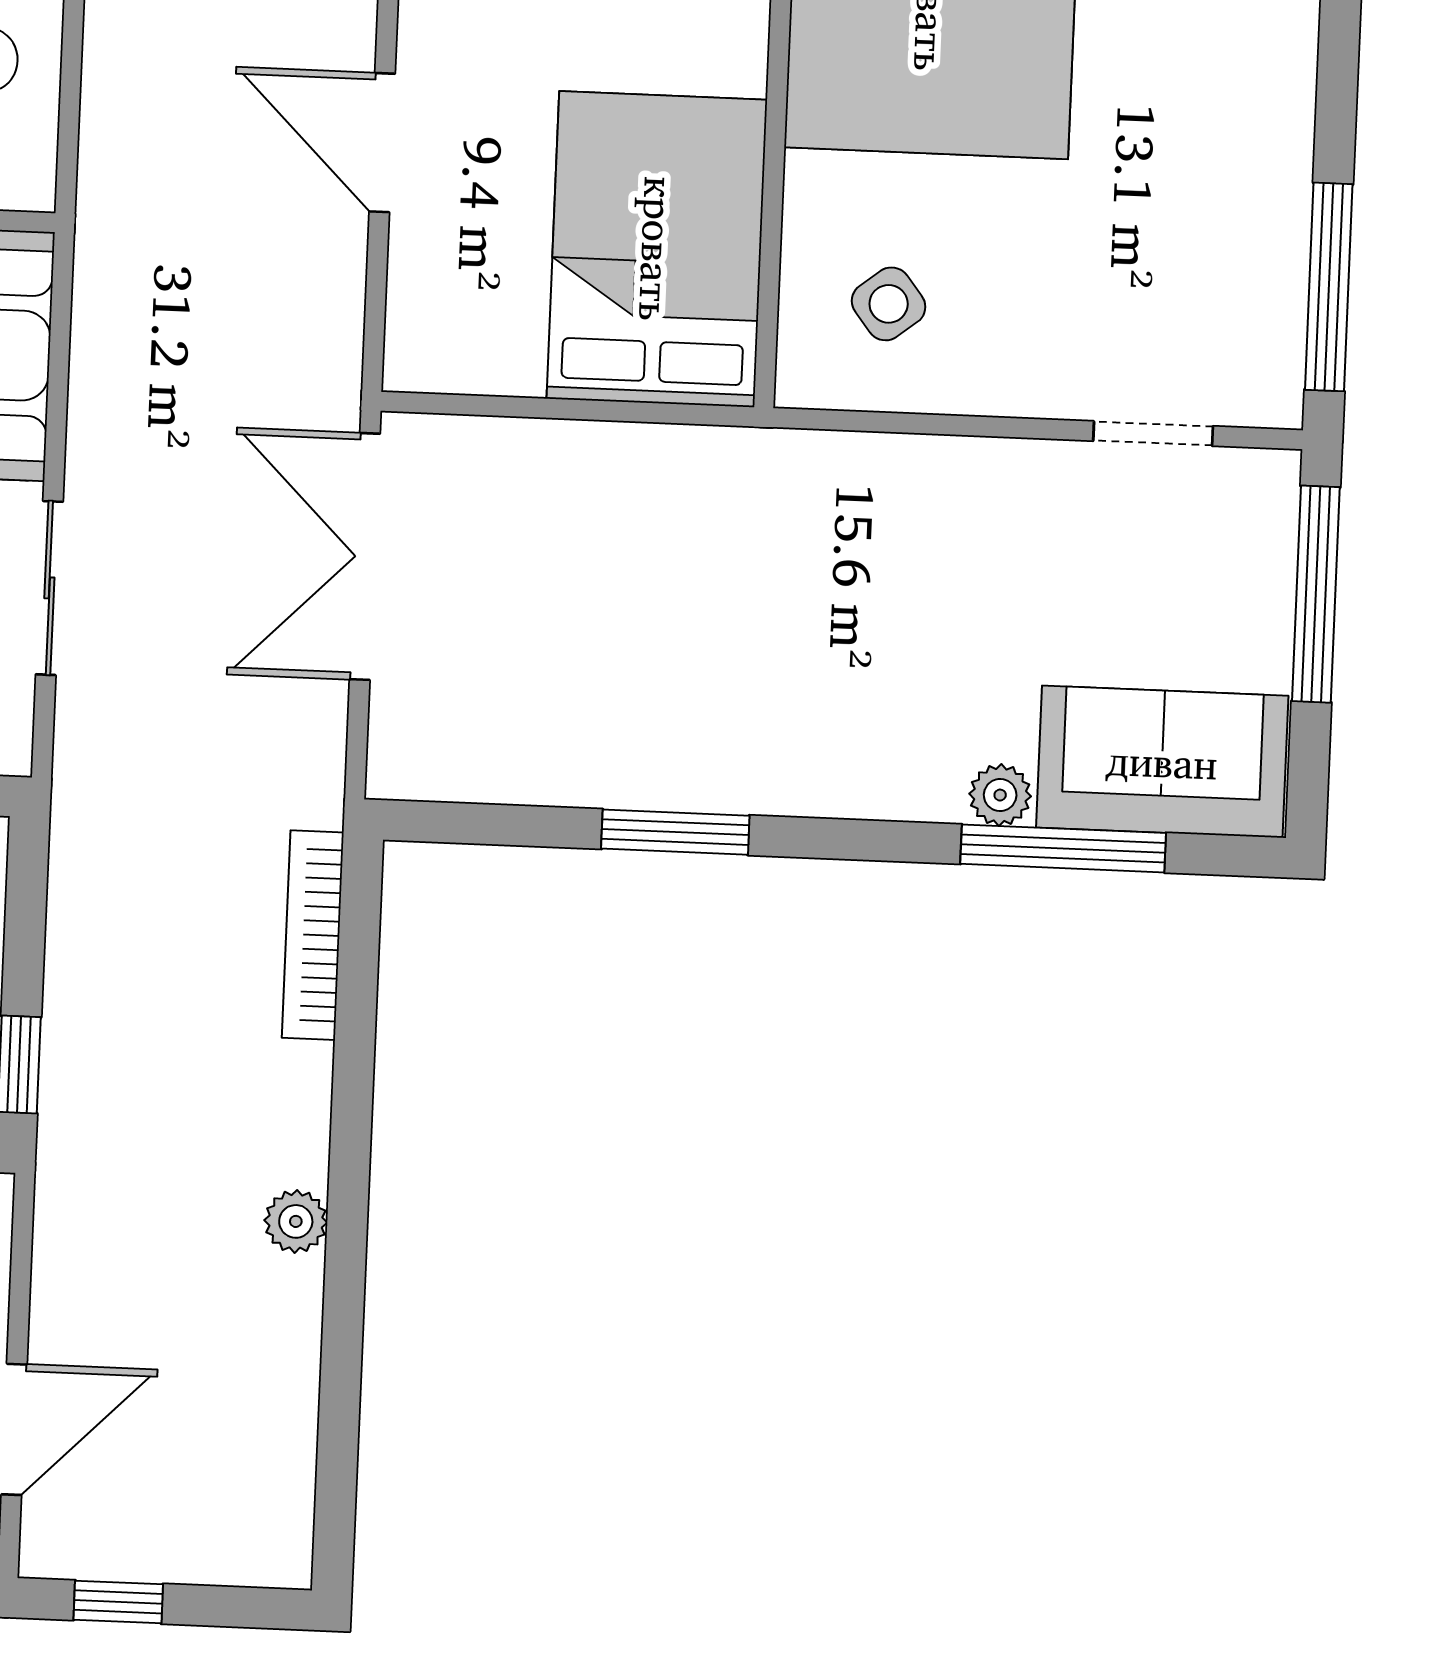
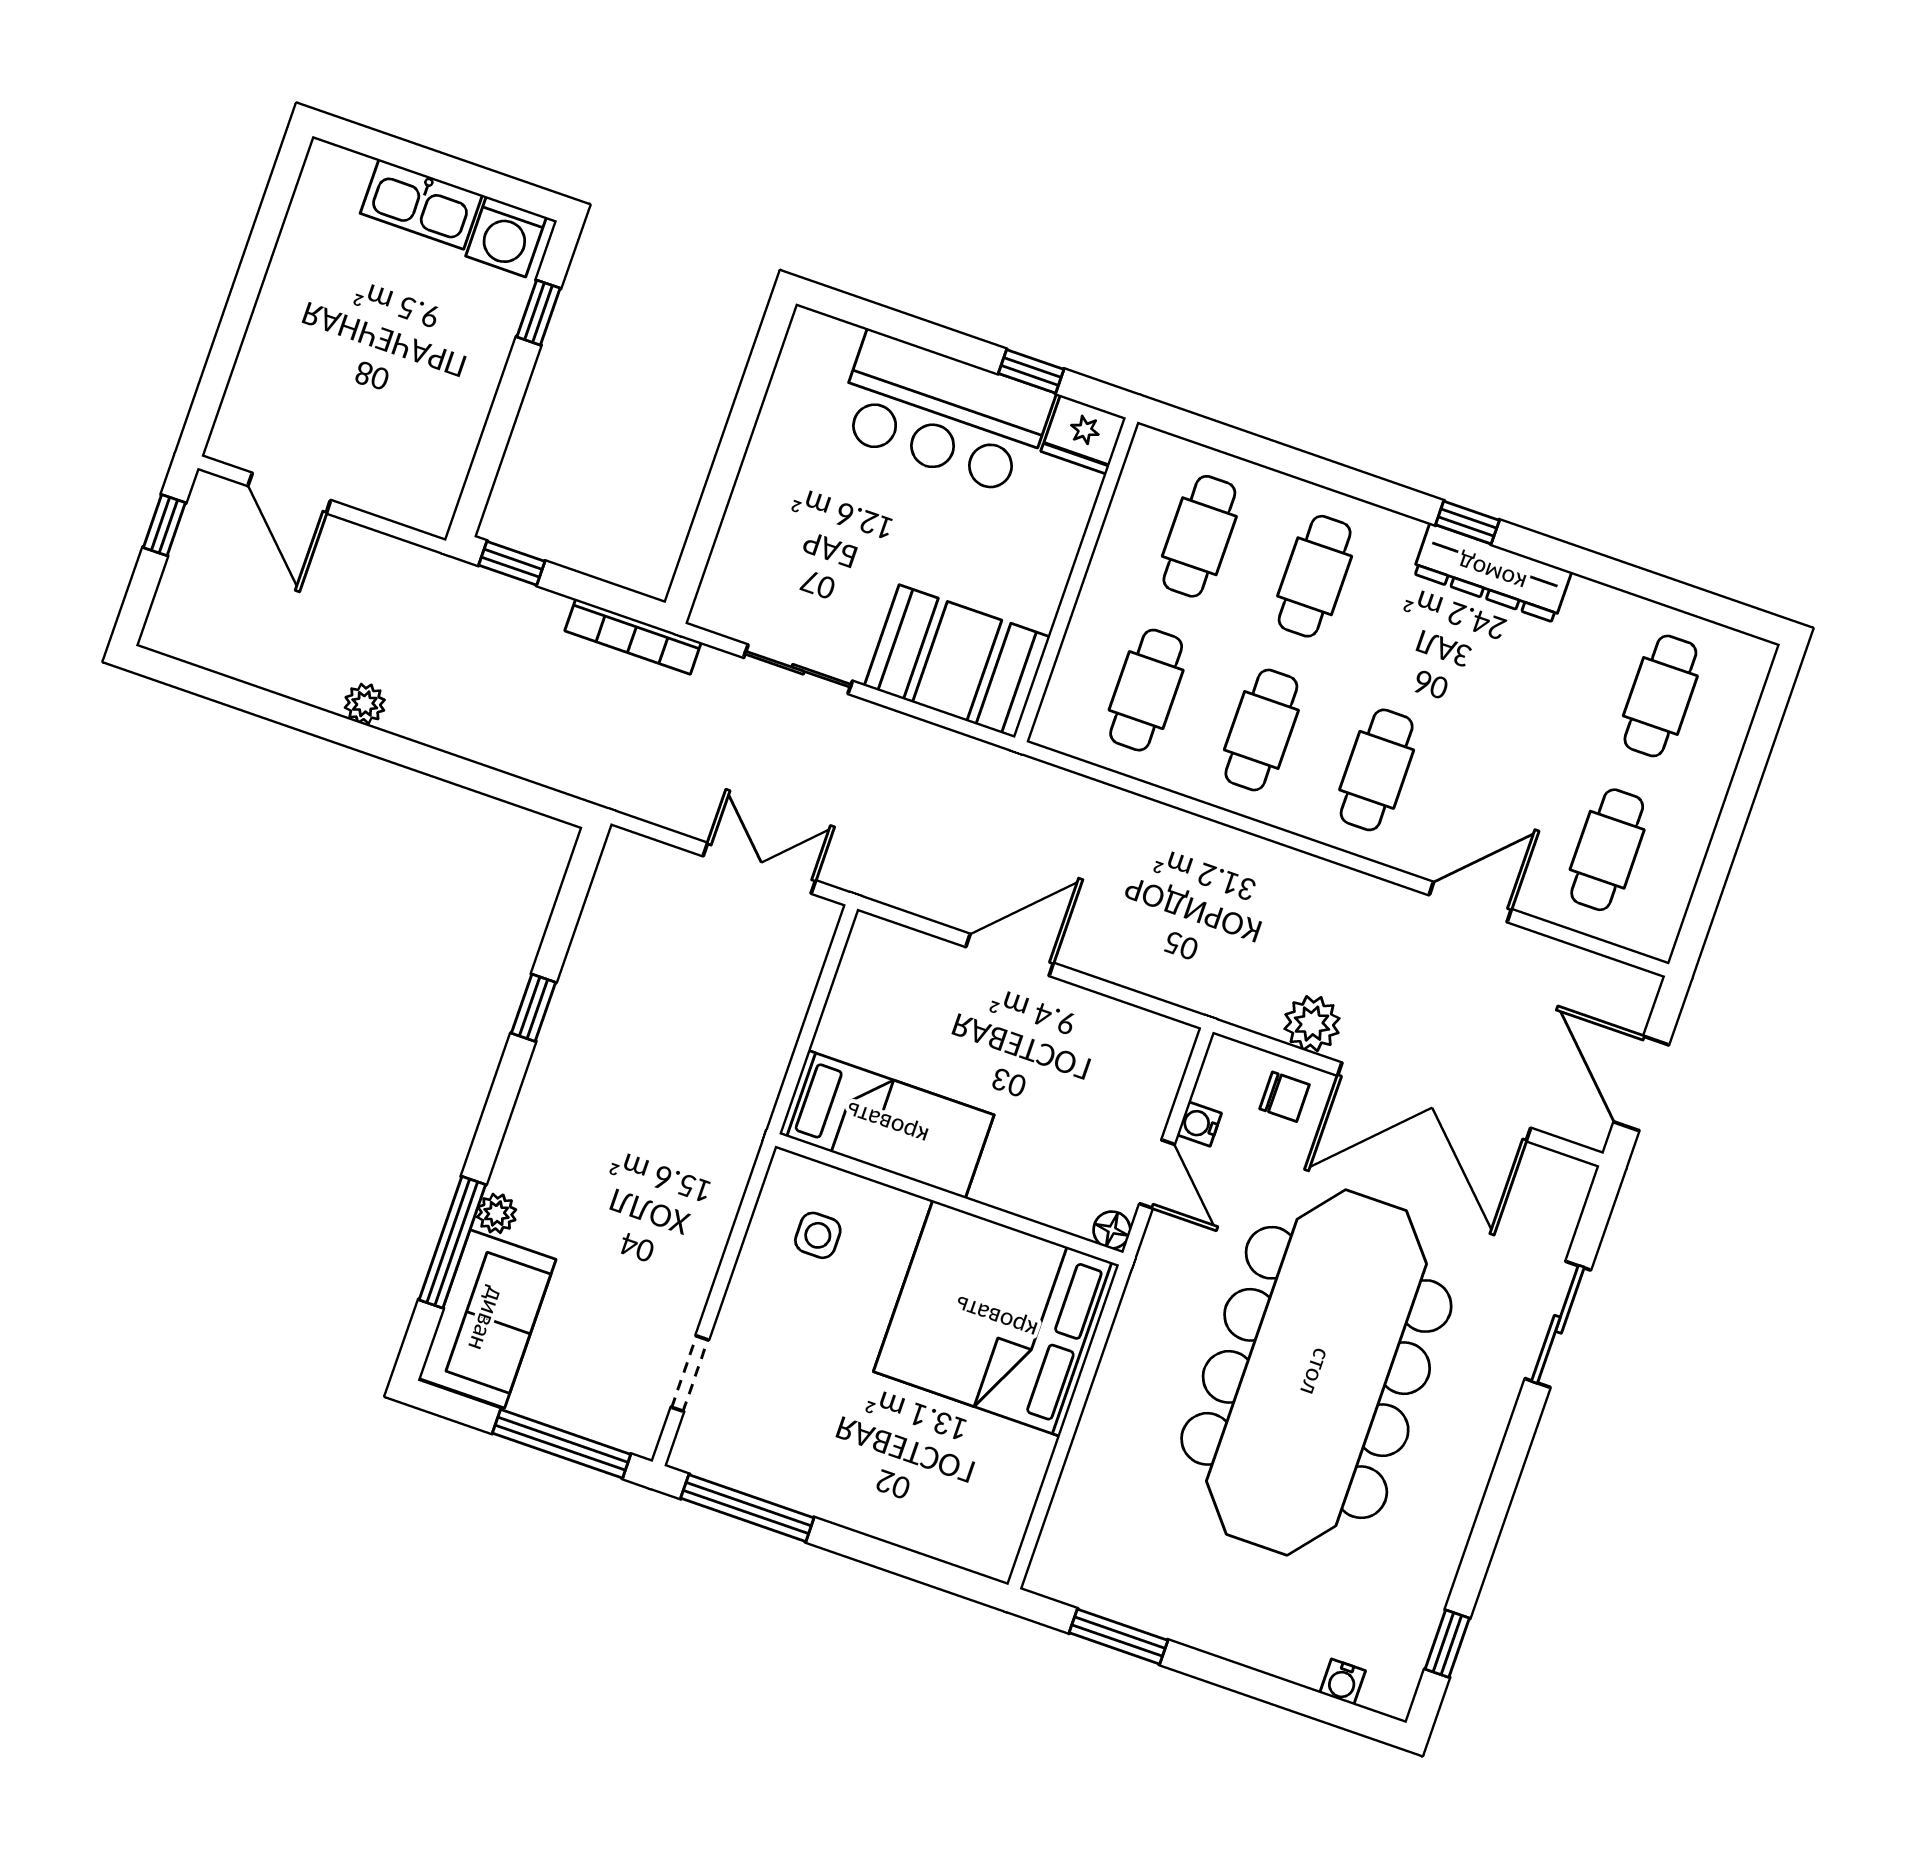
bed: (657, 249) -> (887, 1124), width x0.67
side table: (889, 304) -> (818, 1235), turned 38
double door: (365, 556) -> (759, 868), width x0.73
window: (675, 832) -> (534, 1008), width x0.67
bookcase: (313, 935) -> (633, 636), moved, turned 180

